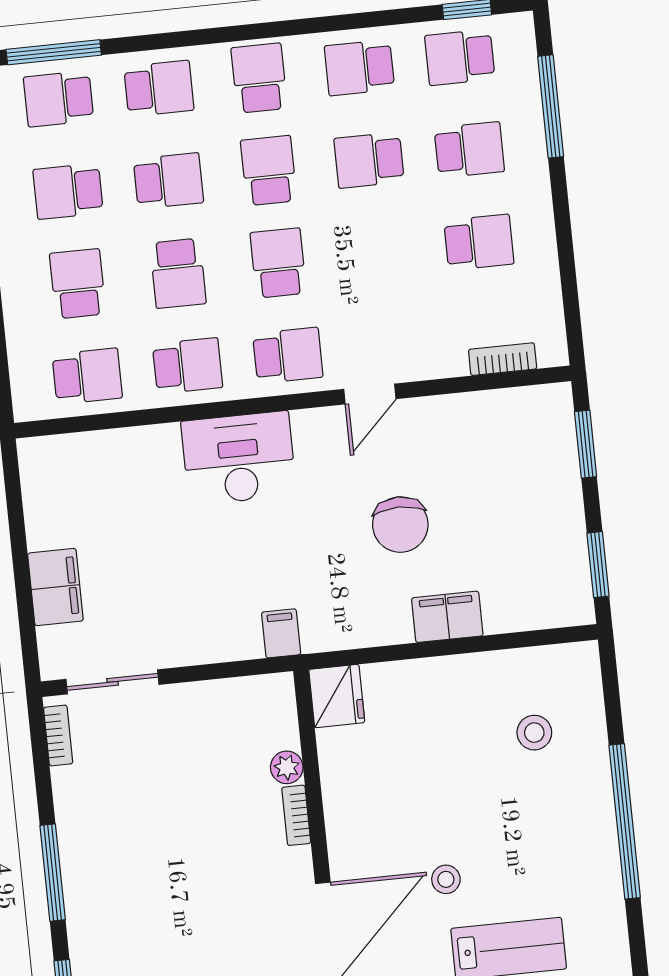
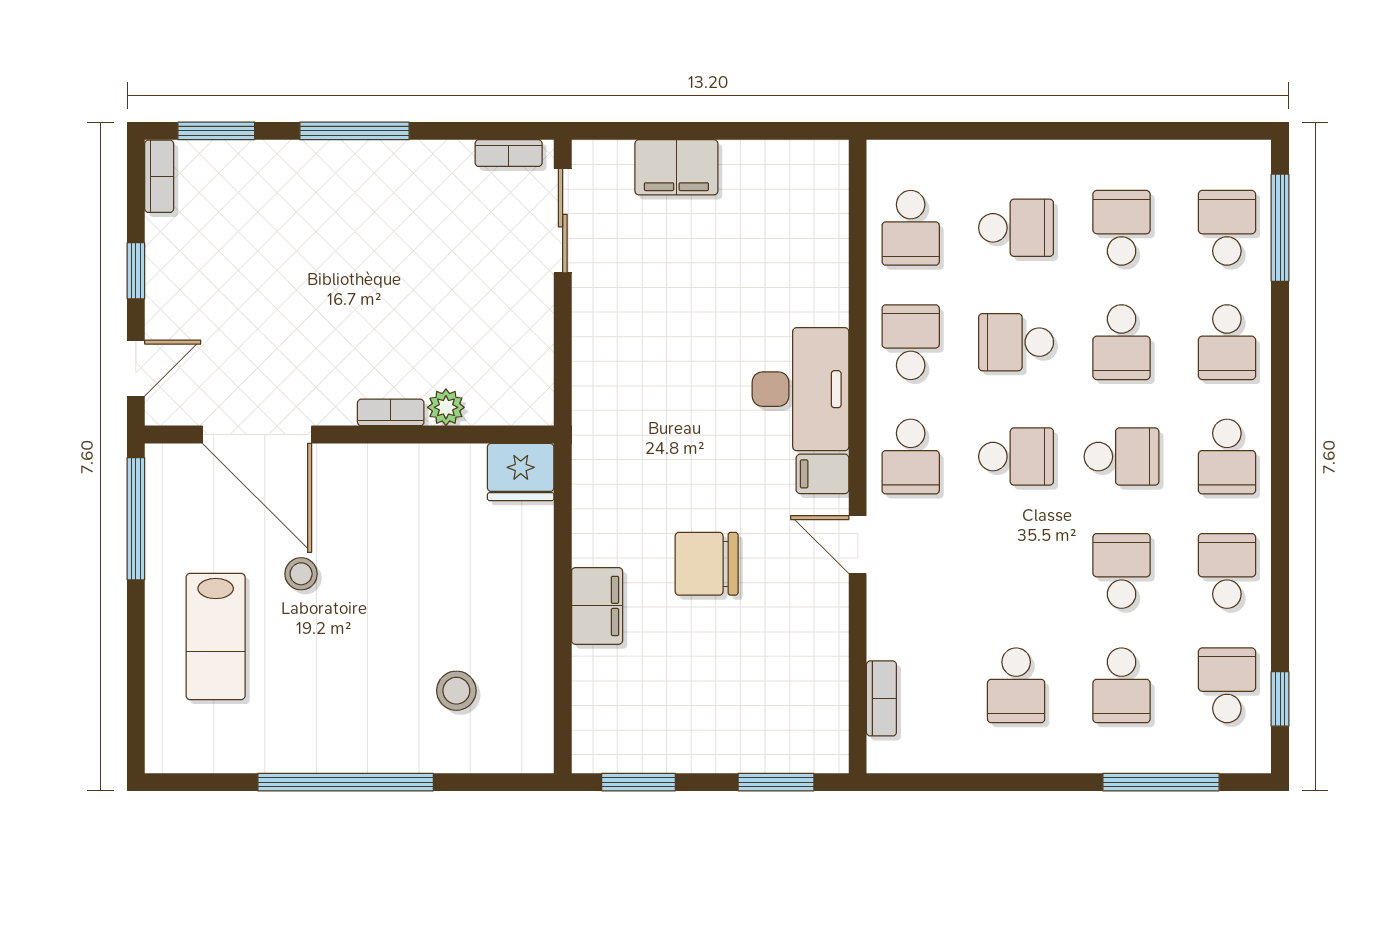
school desk: (259, 78) -> (1227, 457), turned 90
school desk: (188, 366) -> (911, 342), turned 180
filing cabinet: (281, 633) -> (822, 474), moved, turned 180

